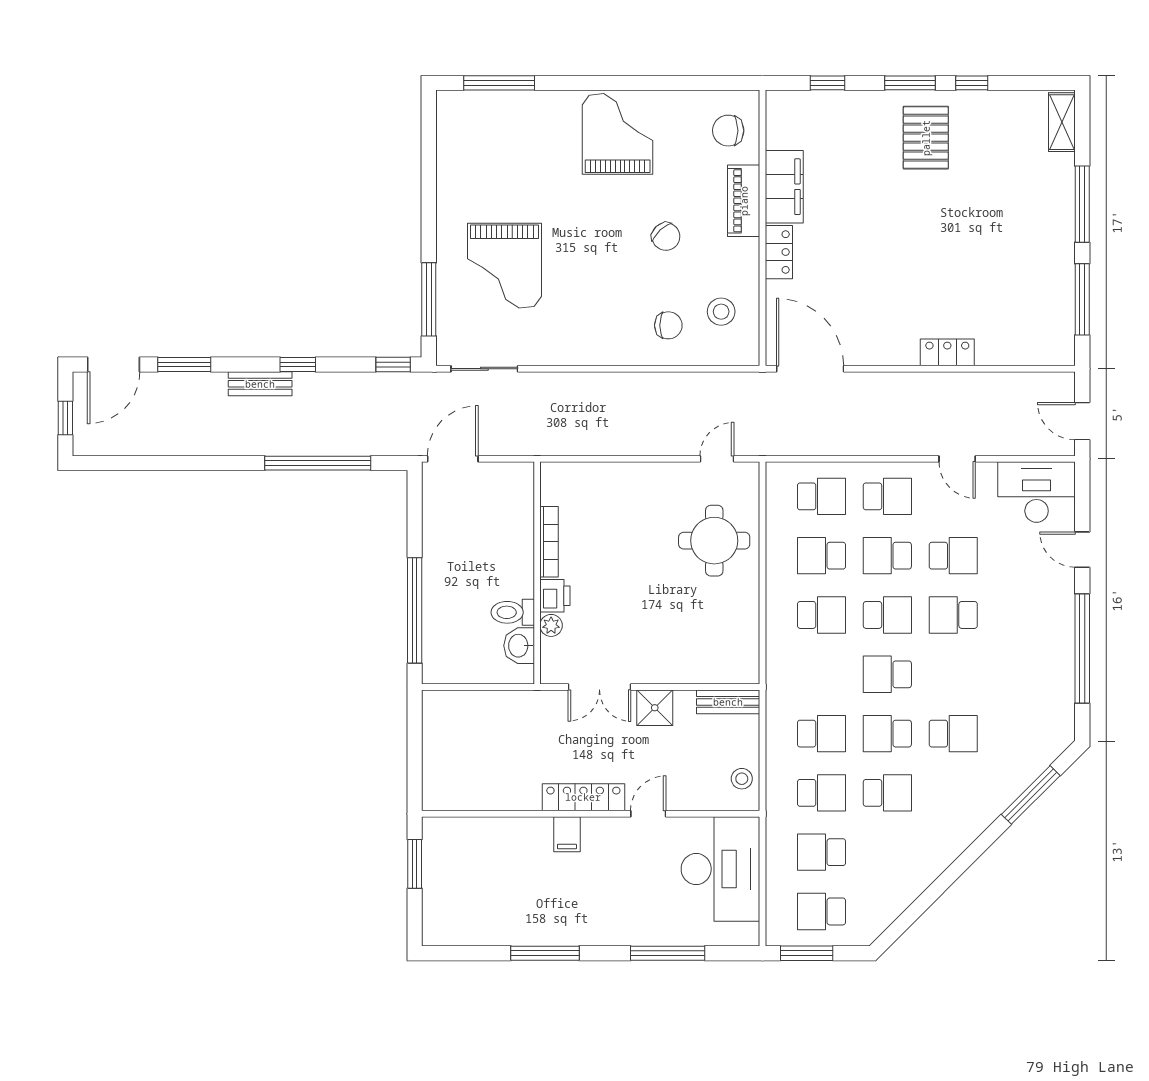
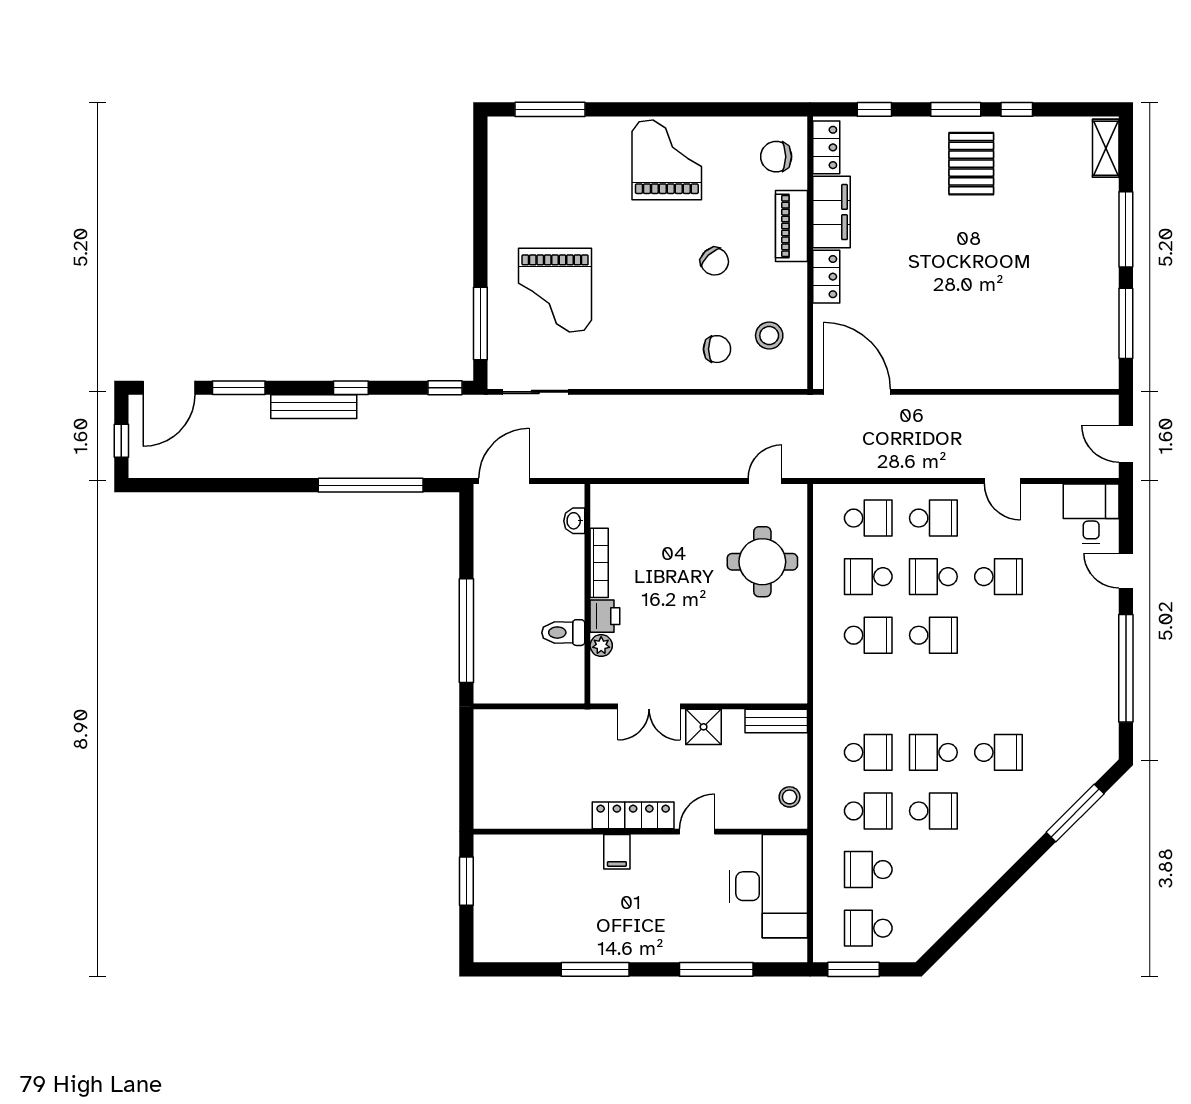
locker: (947, 352) -> (826, 147), moved, turned 90
bench: (260, 384) -> (314, 407), width x1.36
desk: (1037, 492) -> (1091, 514), width x0.73
school desk: (953, 615) -> (998, 635), removed
washbasin: (519, 646) -> (574, 521), moved, width x0.72, depth x0.69
school desk: (887, 674) -> (933, 694), removed

